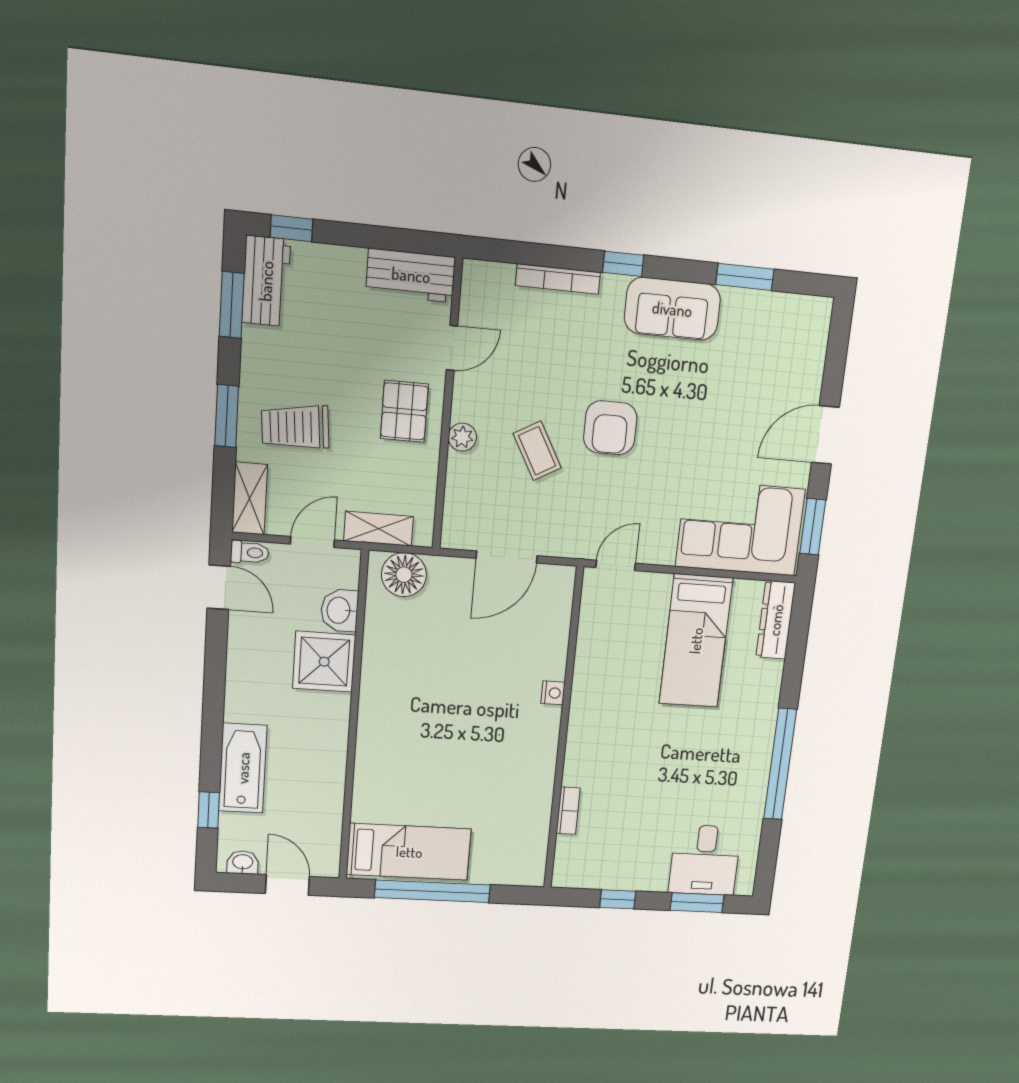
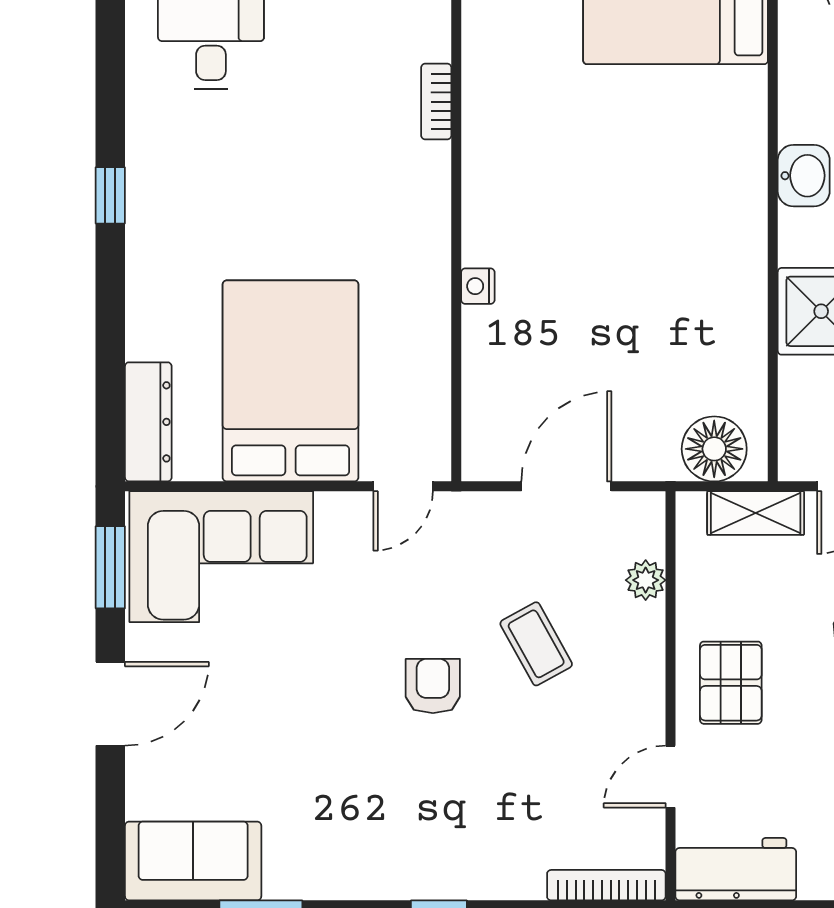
bookcase: (558, 279) -> (606, 885), moved
sofa: (672, 309) -> (193, 861), moved
armchair: (610, 428) -> (433, 686), width x0.72, depth x0.72
plant: (462, 437) -> (646, 580), moved
washbasin: (339, 610) -> (804, 176), moved
bed: (696, 641) -> (291, 381), width x1.50
window: (780, 764) -> (110, 195), width x0.32

